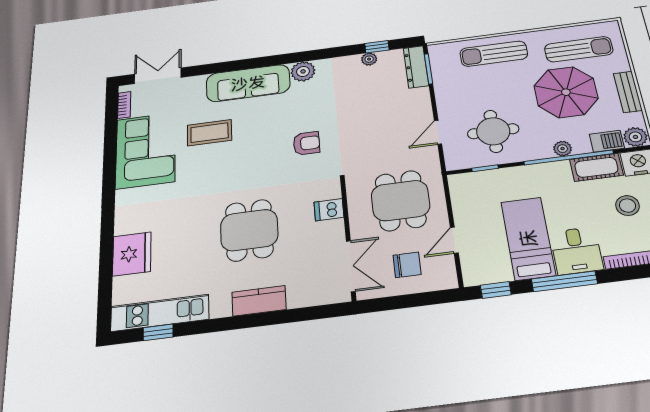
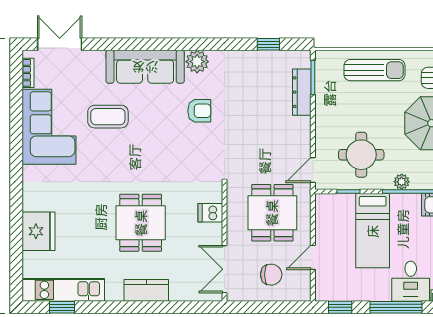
sun lounger: (494, 54) -> (374, 70), turned 180
plant: (369, 59) -> (260, 57), removed
dresser: (416, 67) -> (302, 92), moved
door: (438, 132) -> (313, 170), moved
armchair: (306, 143) -> (199, 111), moved
plant: (563, 149) -> (402, 182), moved
bed: (528, 238) -> (373, 231), moved, turned 180
double door: (351, 266) -> (225, 269), swing flipped

